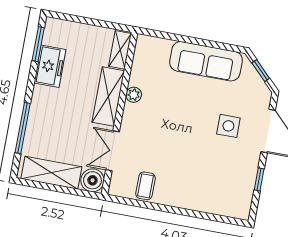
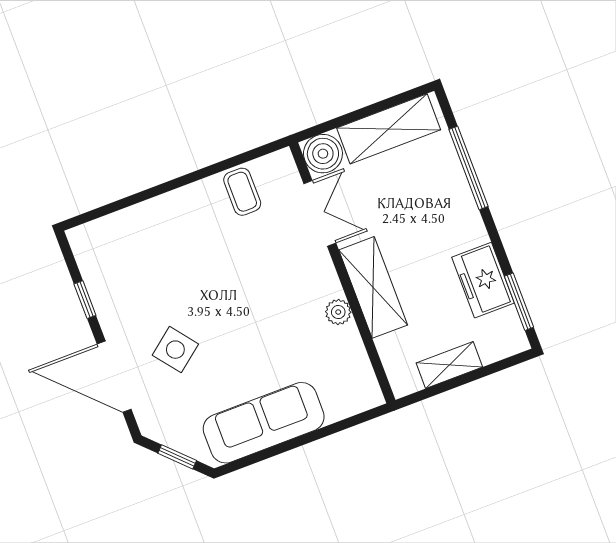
shelving: (120, 50) -> (449, 365), moved, turned 90
side table: (228, 126) -> (175, 350), turned -38

